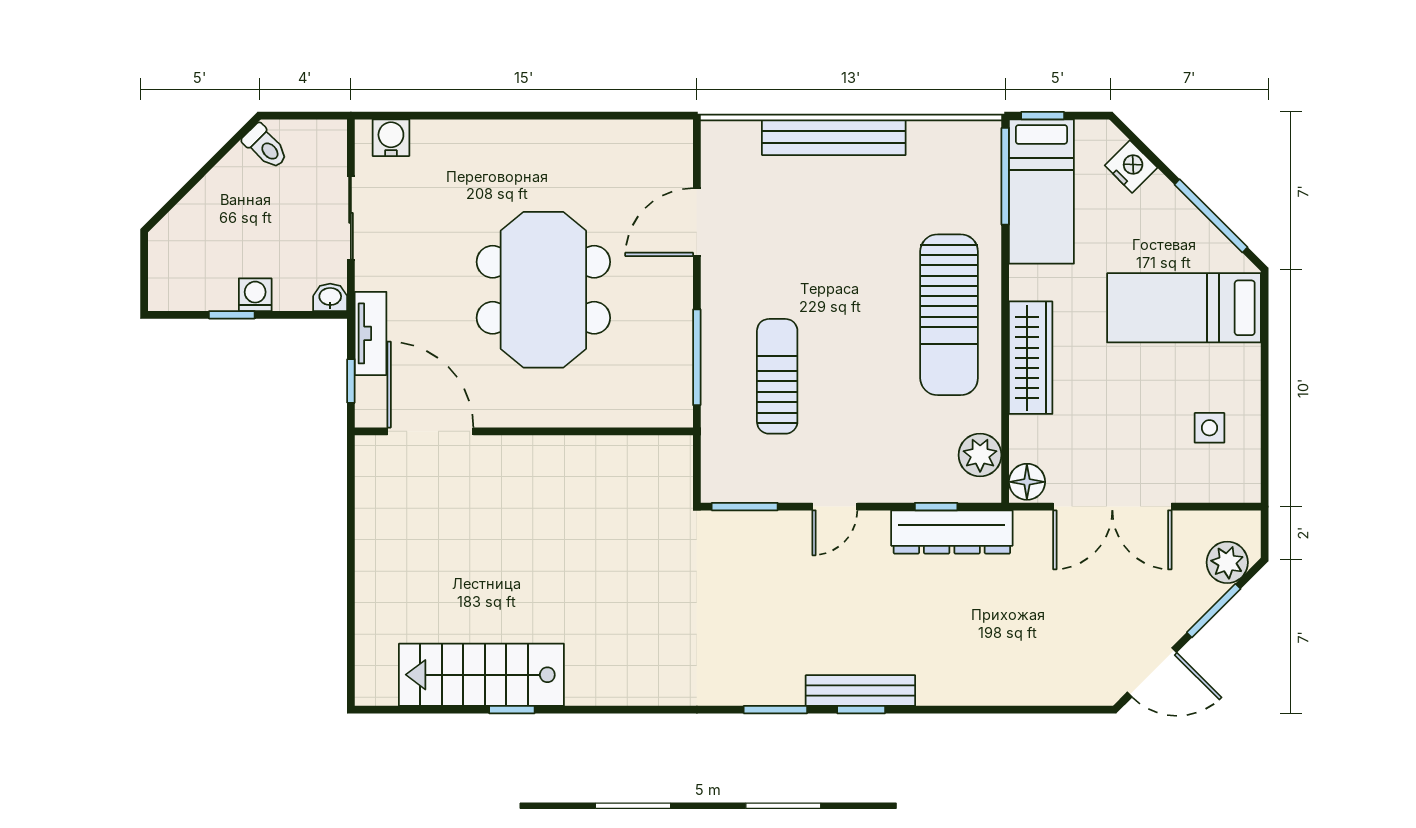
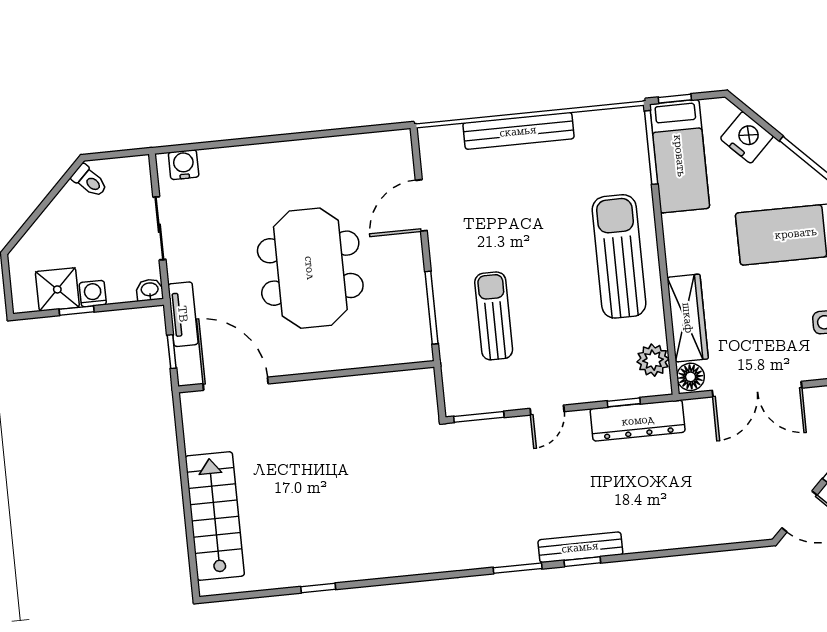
nightstand: (1131, 167) -> (747, 137), width x1.36, depth x1.33
shower: (209, 285) -> (57, 289), added
sun lounger: (949, 315) -> (619, 256), turned 180
wardrobe: (1031, 358) -> (688, 318), moved
stairs: (481, 675) -> (215, 516), moved, turned 90

